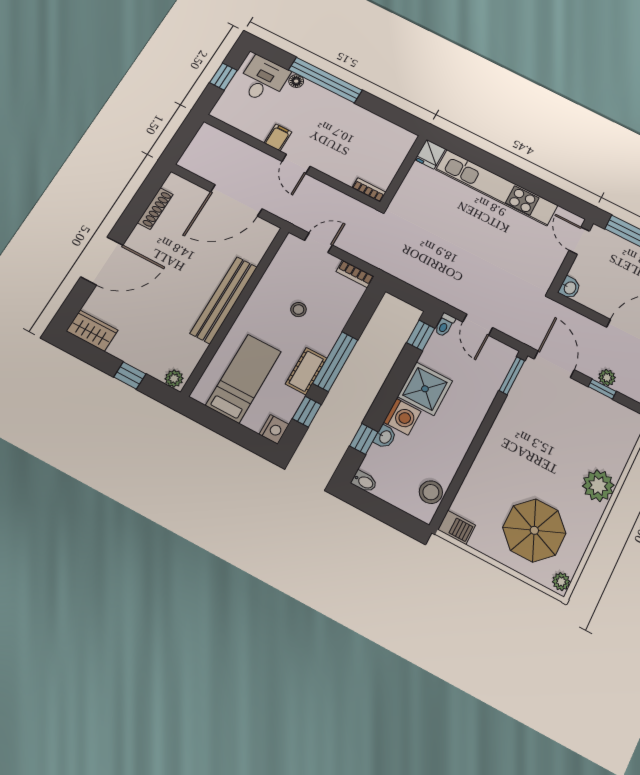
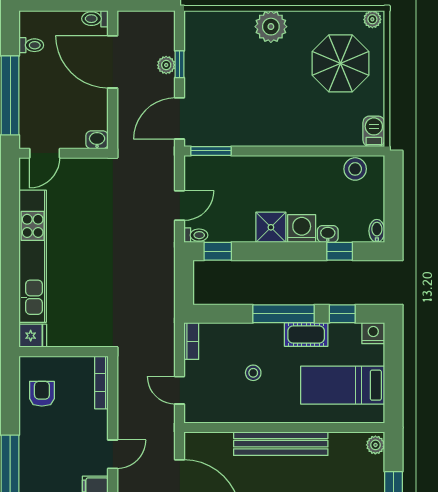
armchair: (378, 137) -> (42, 394), added
bookcase: (369, 190) -> (101, 382), width x1.56
shower: (425, 389) -> (271, 227), width x0.73, depth x0.73

